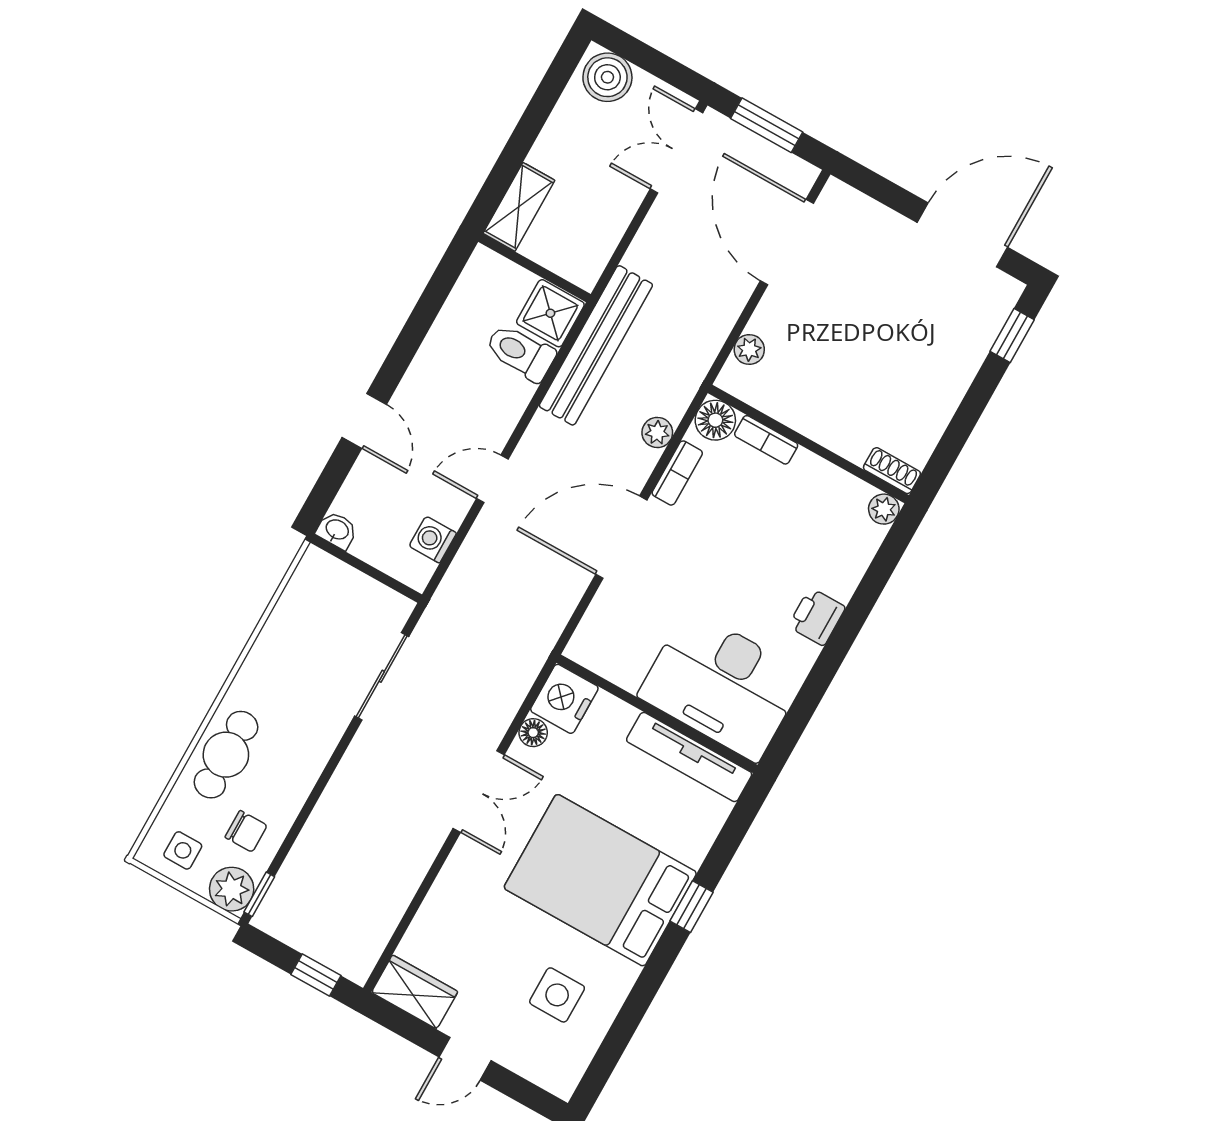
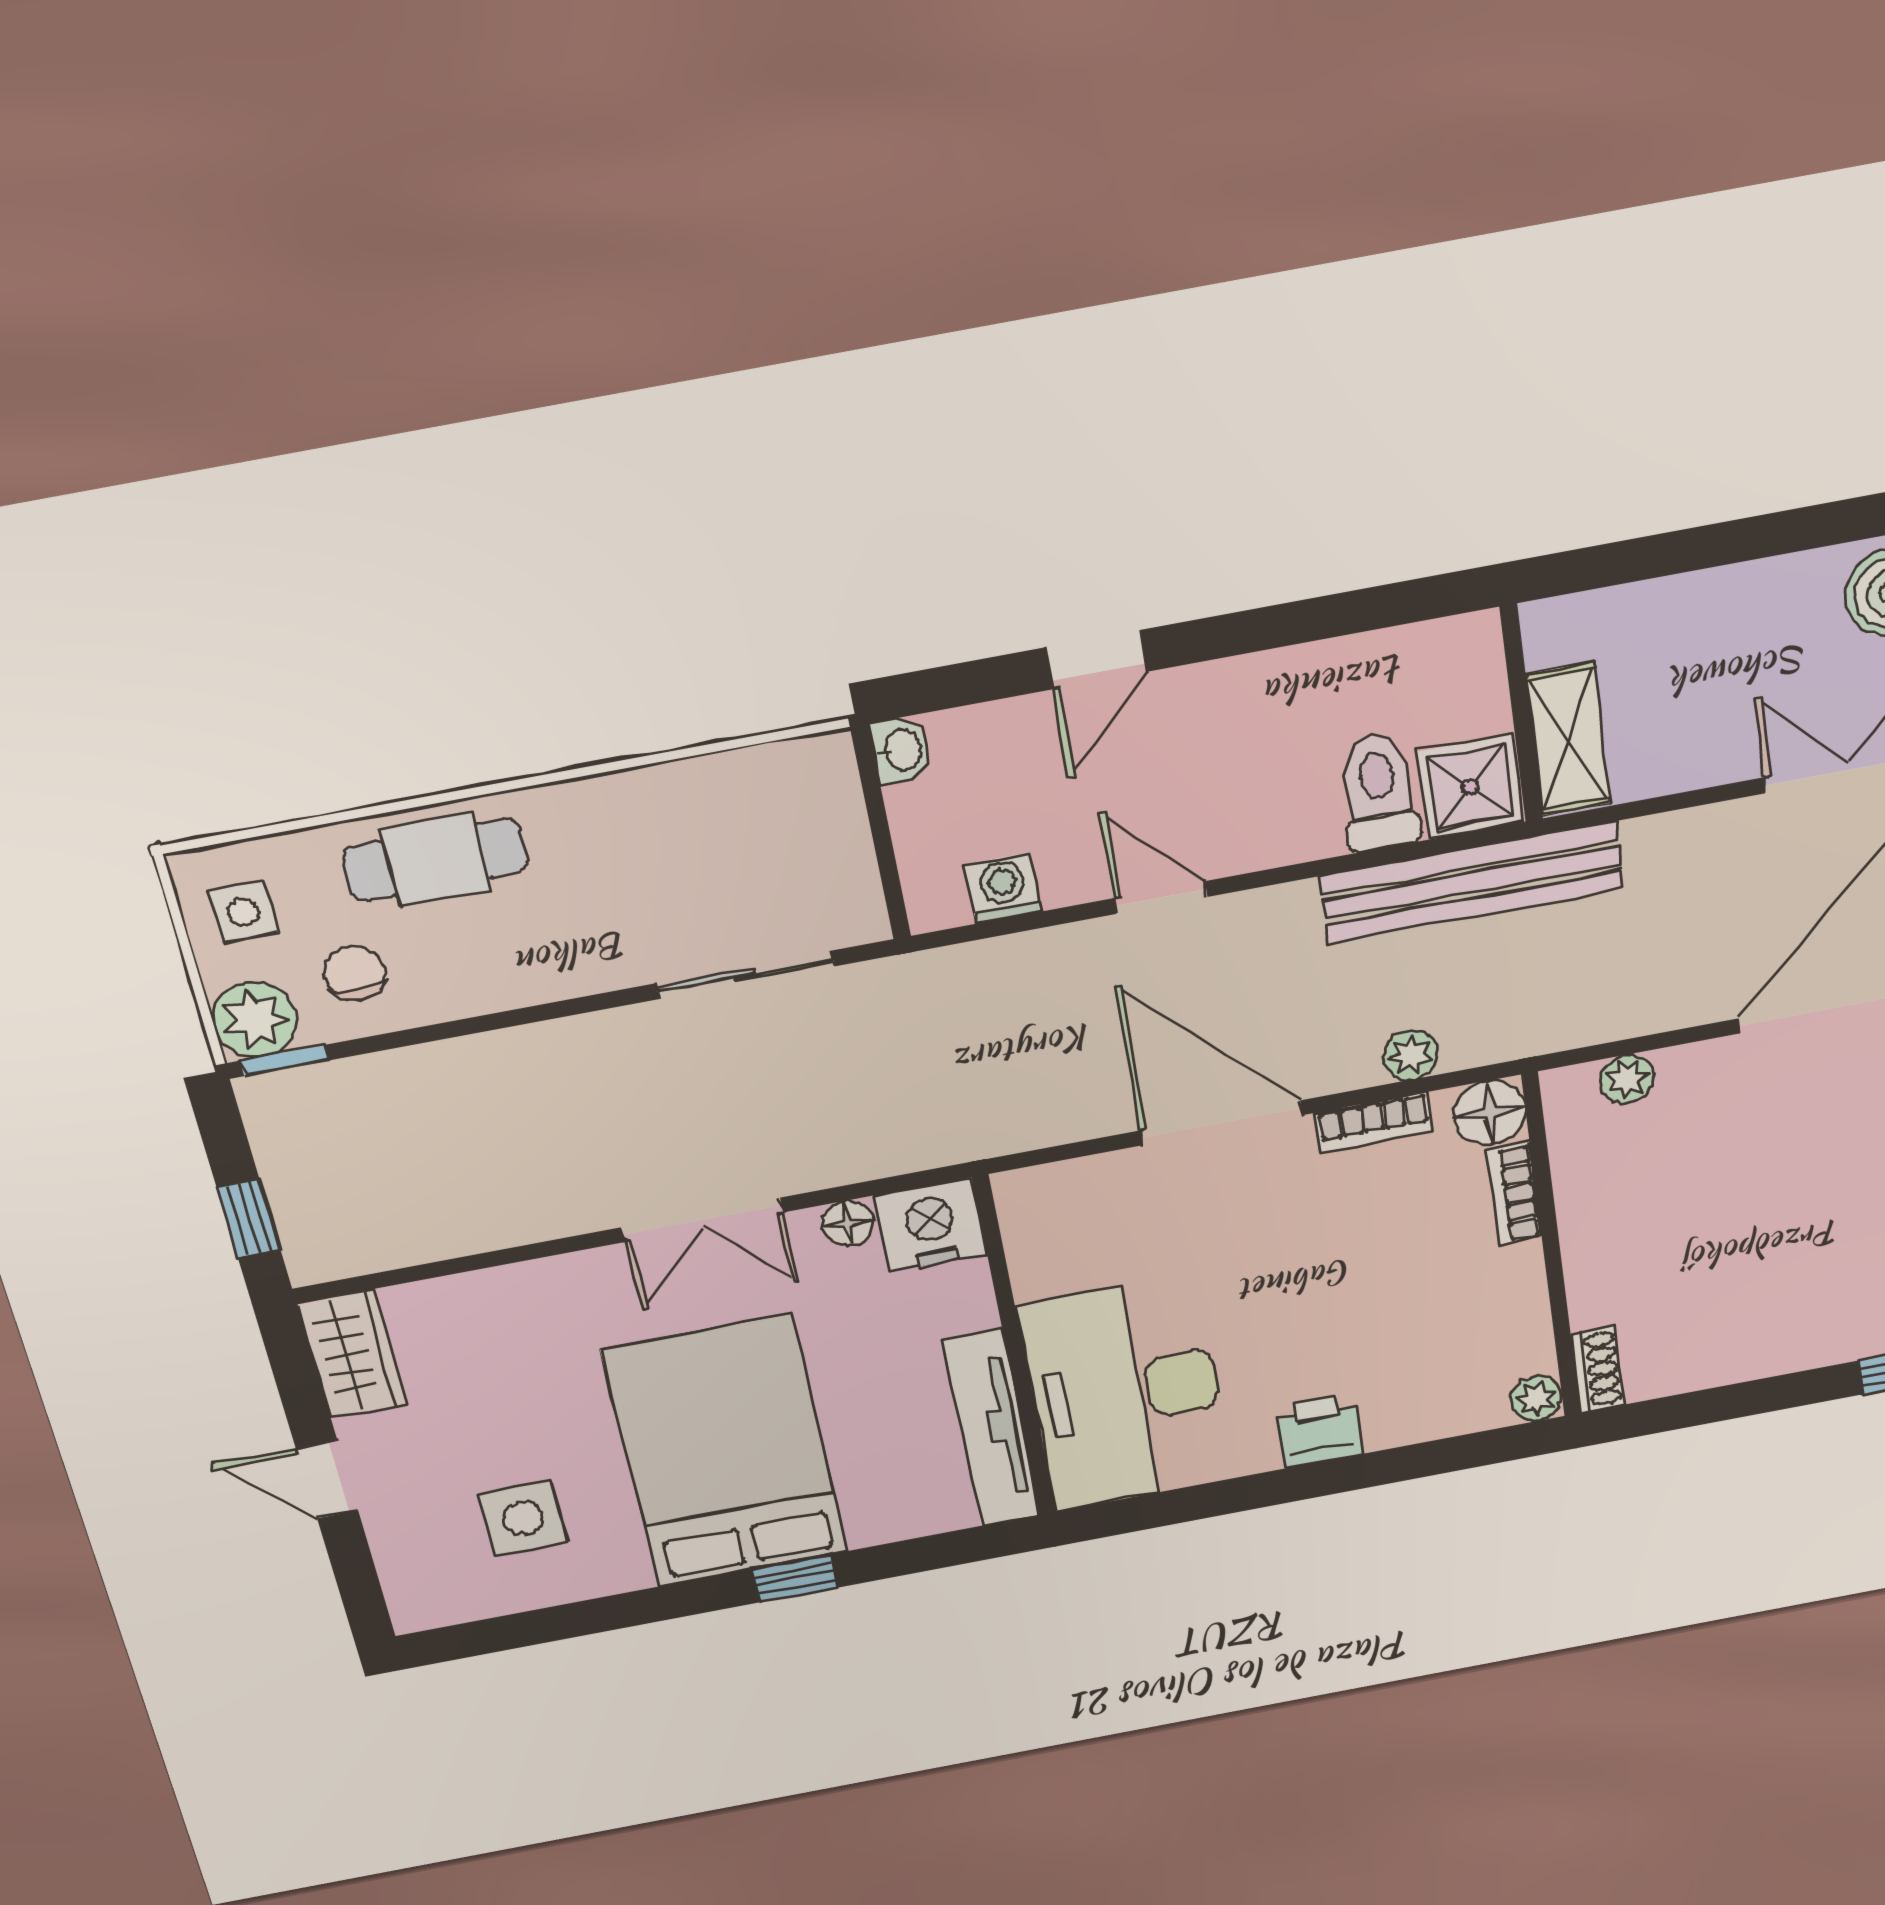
shelving: (519, 207) -> (1568, 739), moved, turned 90
chair: (246, 831) -> (354, 973), turned 180

